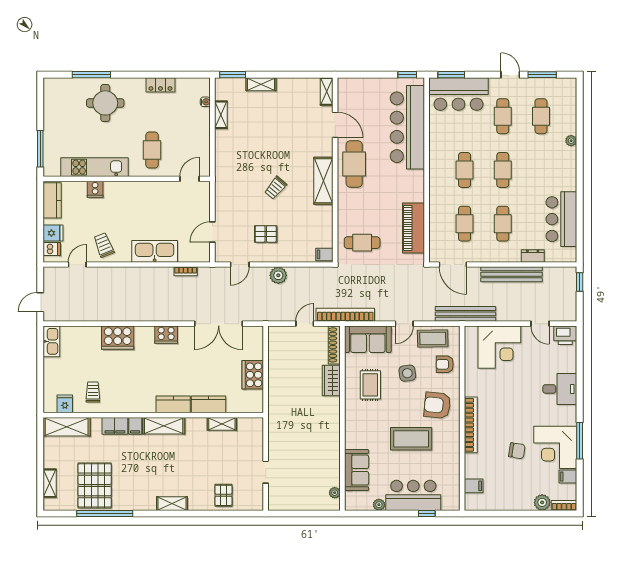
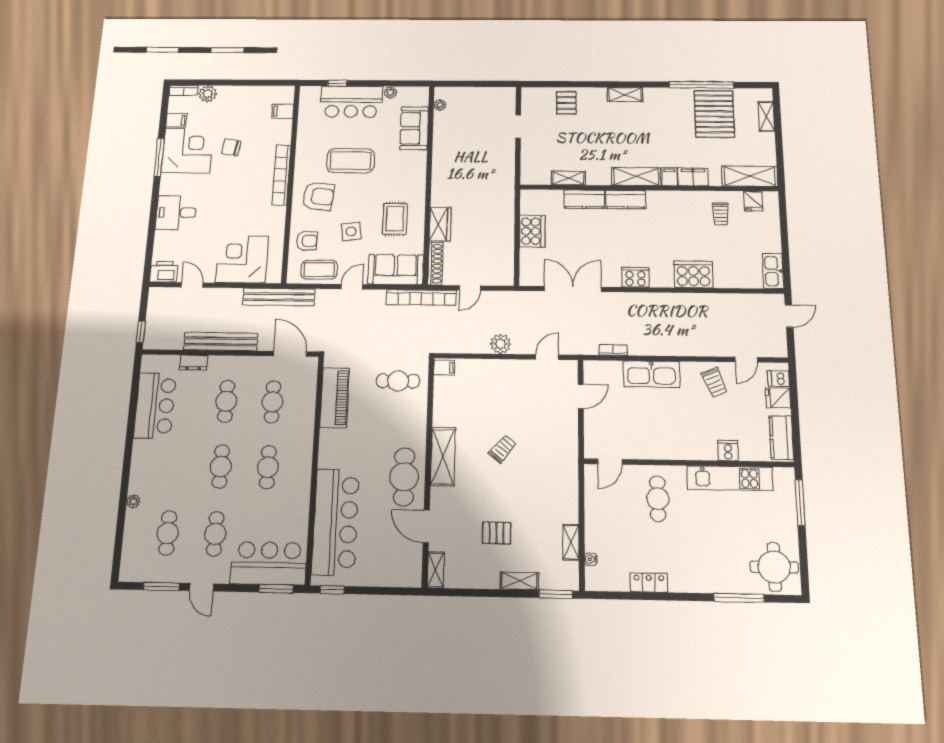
round table: (105, 103) -> (774, 567), moved
pallet: (266, 234) -> (496, 533), moved

